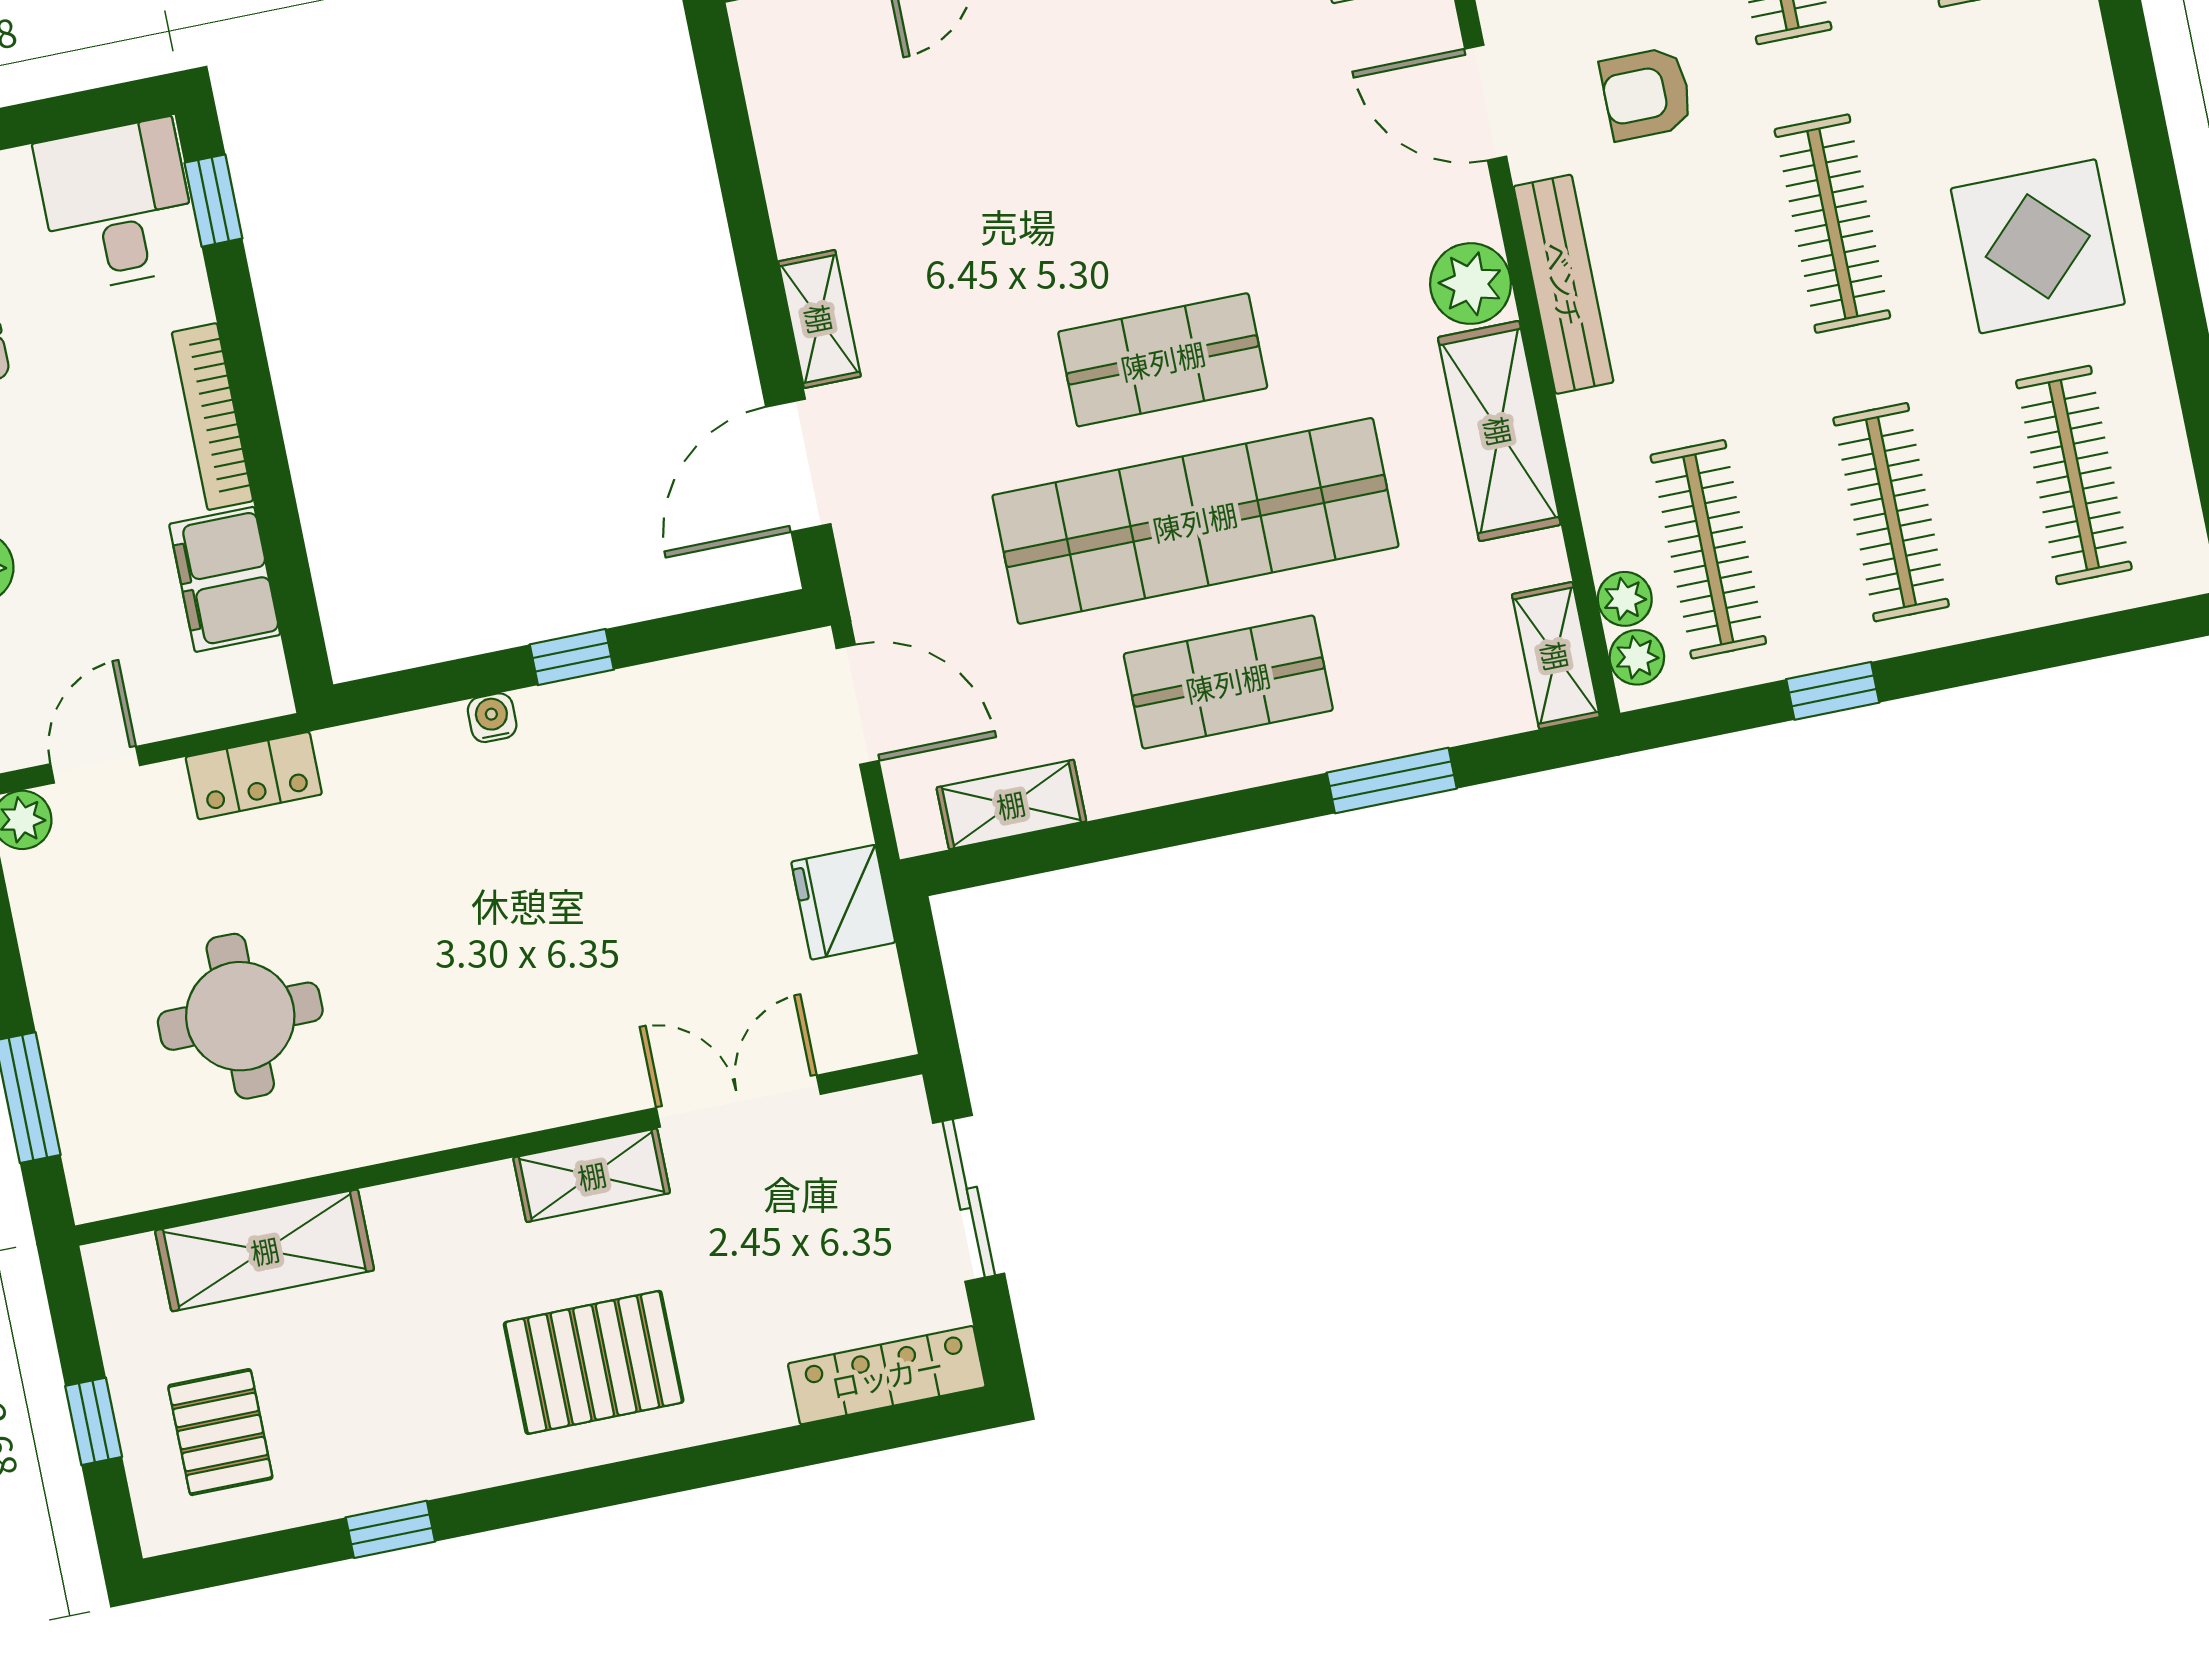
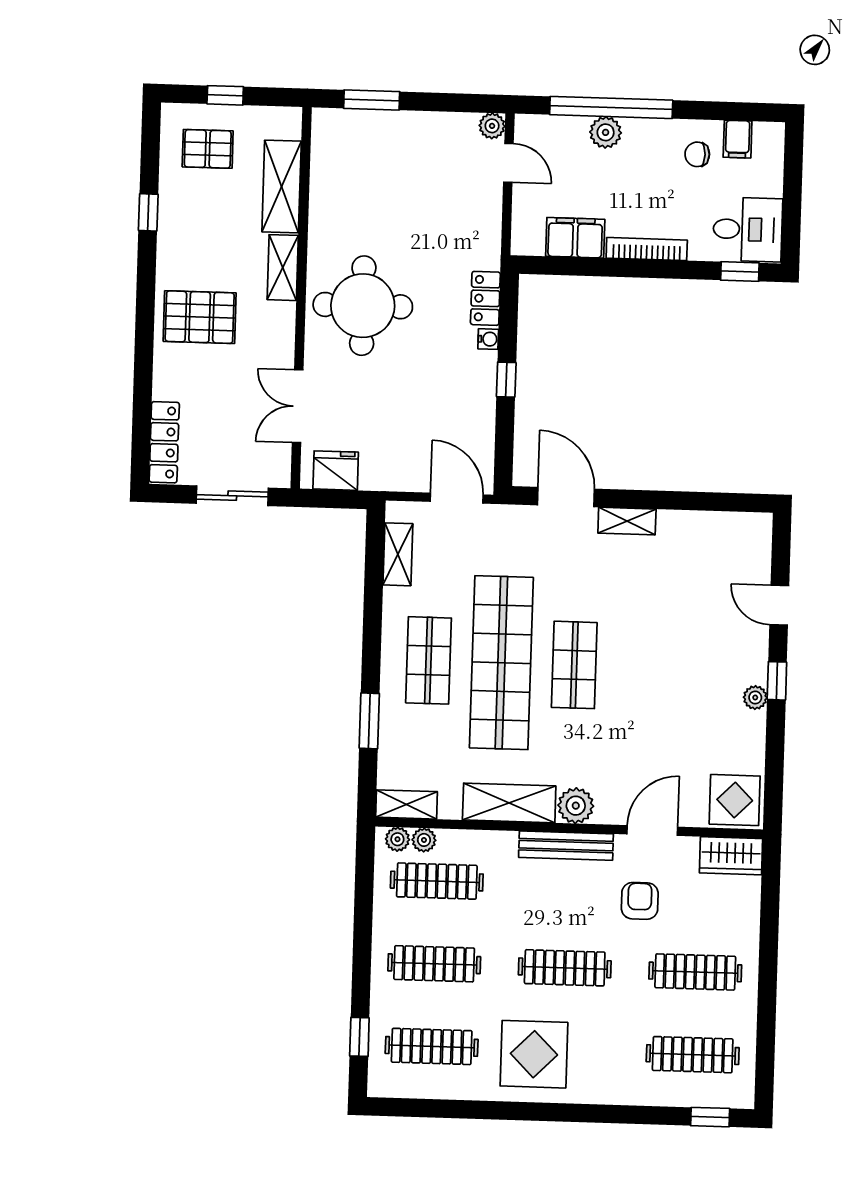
window: (1833, 691) -> (359, 1037), moved
door: (858, 705) -> (457, 498), swing flipped
locker: (254, 776) -> (485, 298), moved
fridge: (843, 902) -> (336, 471), moved
round table: (240, 1016) -> (363, 306), moved, width x1.36, depth x1.36
double door: (738, 1101) -> (298, 406), swing flipped
shelving: (592, 1175) -> (283, 268), moved
pallet: (594, 1362) -> (200, 317), turned 90

